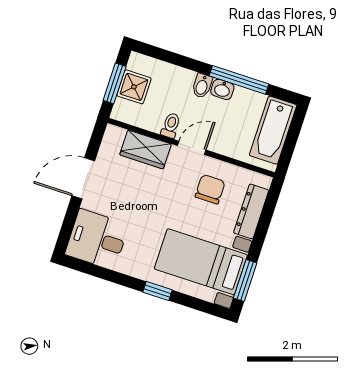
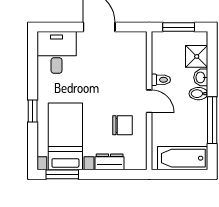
shower: (134, 87) -> (197, 56), moved
washbasin: (222, 89) -> (201, 77), moved
wardrobe: (146, 149) -> (136, 67), removed
dresser: (251, 211) -> (110, 162), width x0.70

